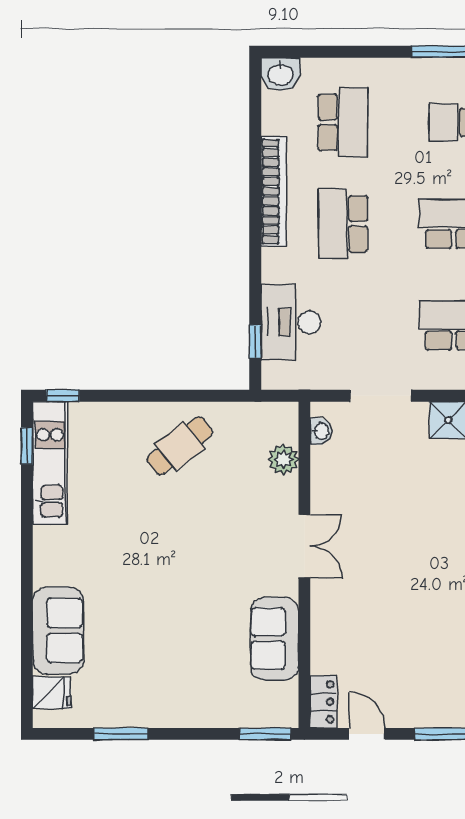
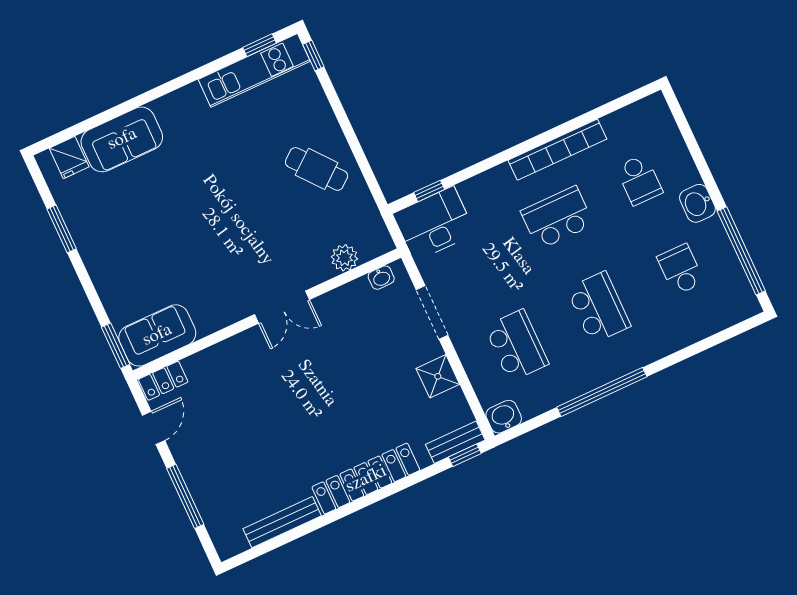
washbasin: (281, 74) -> (697, 203), moved
school desk: (343, 122) -> (639, 180), width x0.54
desk: (291, 322) -> (434, 224), moved
sofa: (275, 639) -> (157, 335), moved

